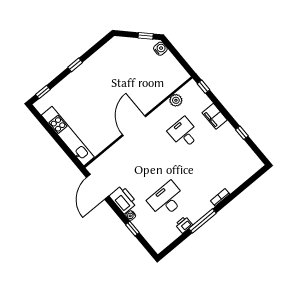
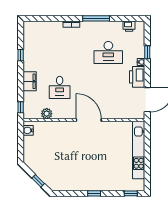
window: (146, 36) -> (38, 181), moved
water cooler: (160, 49) -> (28, 130), moved
door: (134, 126) -> (89, 120), swing flipped
printer: (184, 225) -> (129, 26), moved

